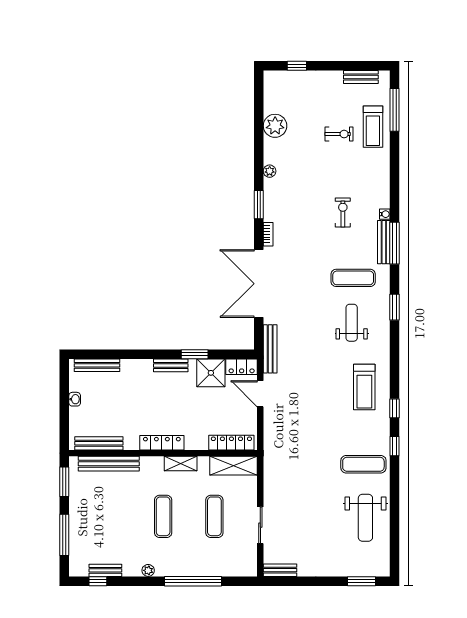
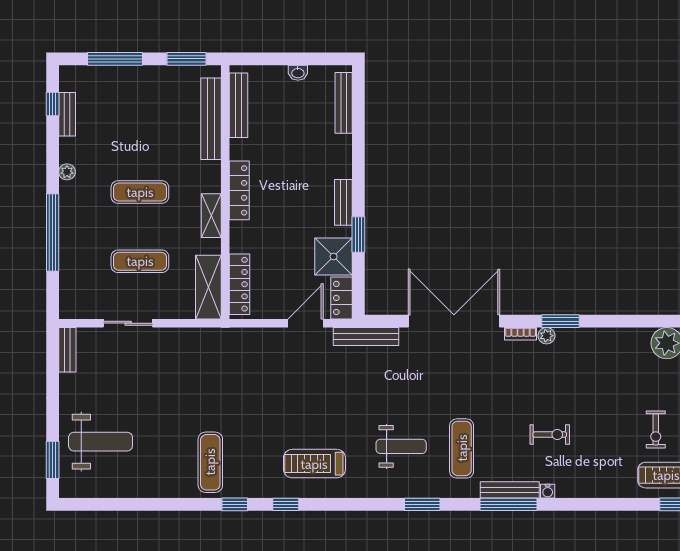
plant: (270, 171) -> (547, 336), moved
weight bench: (365, 518) -> (101, 442), moved, turned 180

